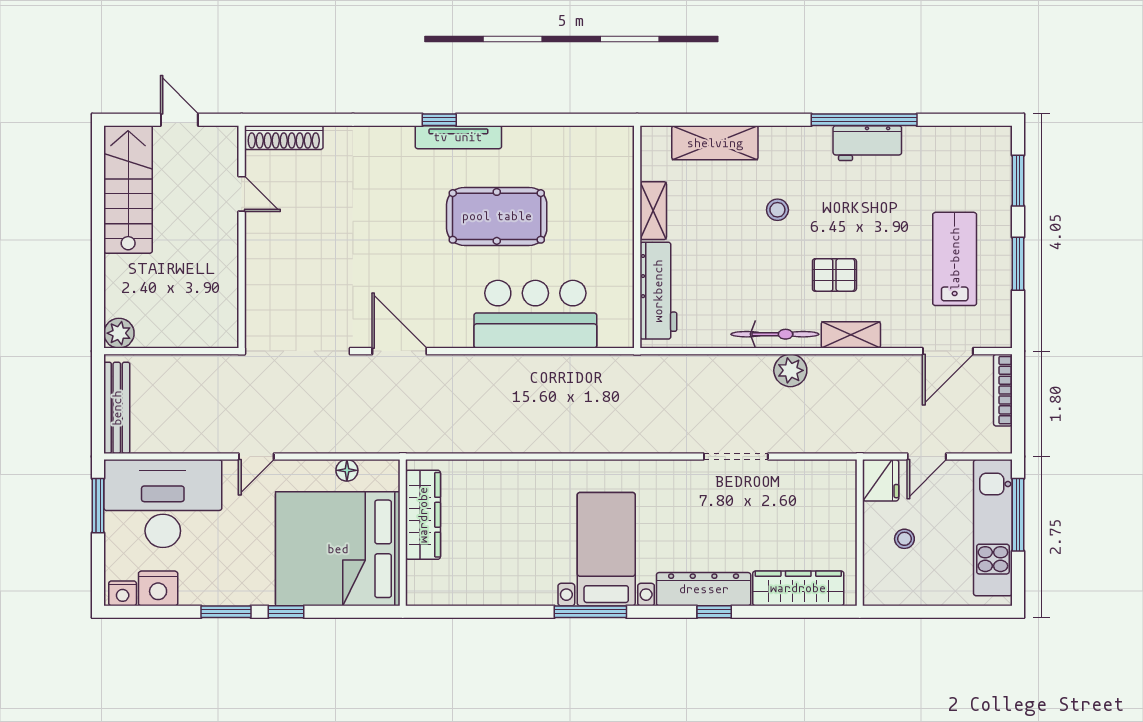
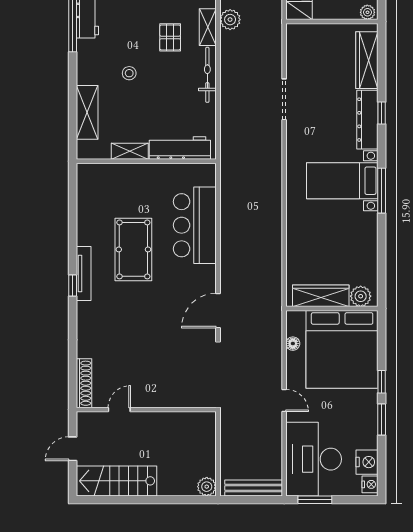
plant: (790, 370) -> (230, 20), moved
plant: (422, 578) -> (361, 296), added
plant: (875, 589) -> (367, 12), added

